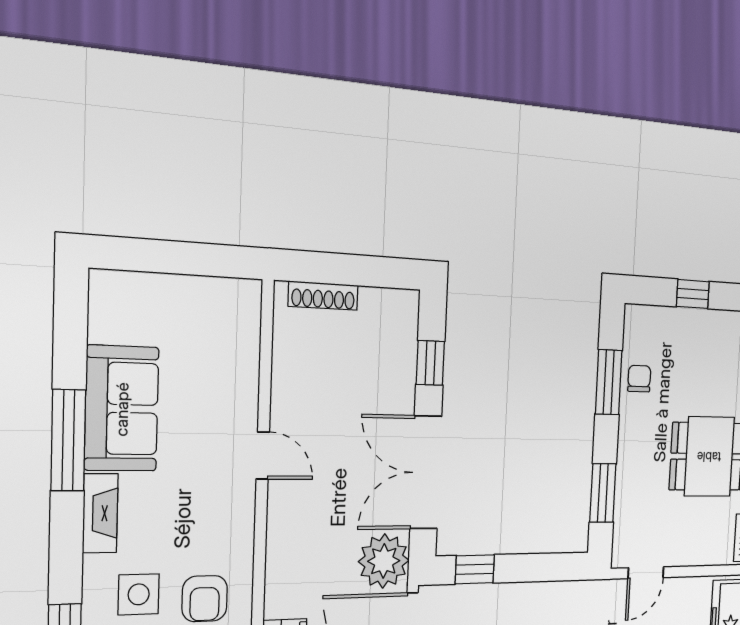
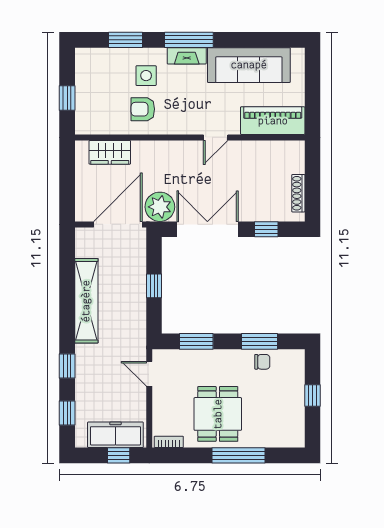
shoe rack: (323, 296) -> (298, 193), moved
piano: (234, 342) -> (273, 121), added
sofa: (122, 409) -> (249, 65), width x1.36
window: (68, 440) -> (189, 40), moved
window: (475, 569) -> (154, 286), moved

